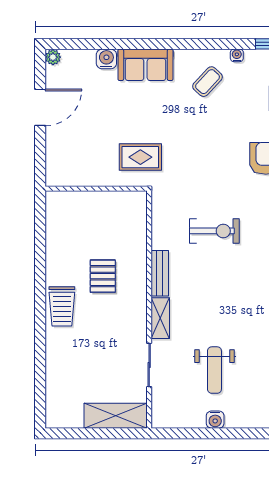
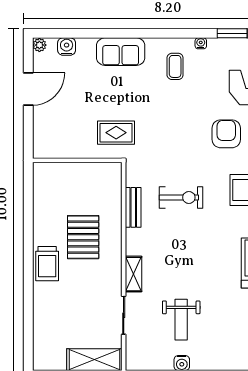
water cooler: (106, 59) -> (67, 47), moved
coffee table: (208, 82) -> (175, 66), turned -43
bench: (160, 273) -> (133, 207), moved
pallet: (103, 276) -> (83, 237), width x1.50, depth x1.42

